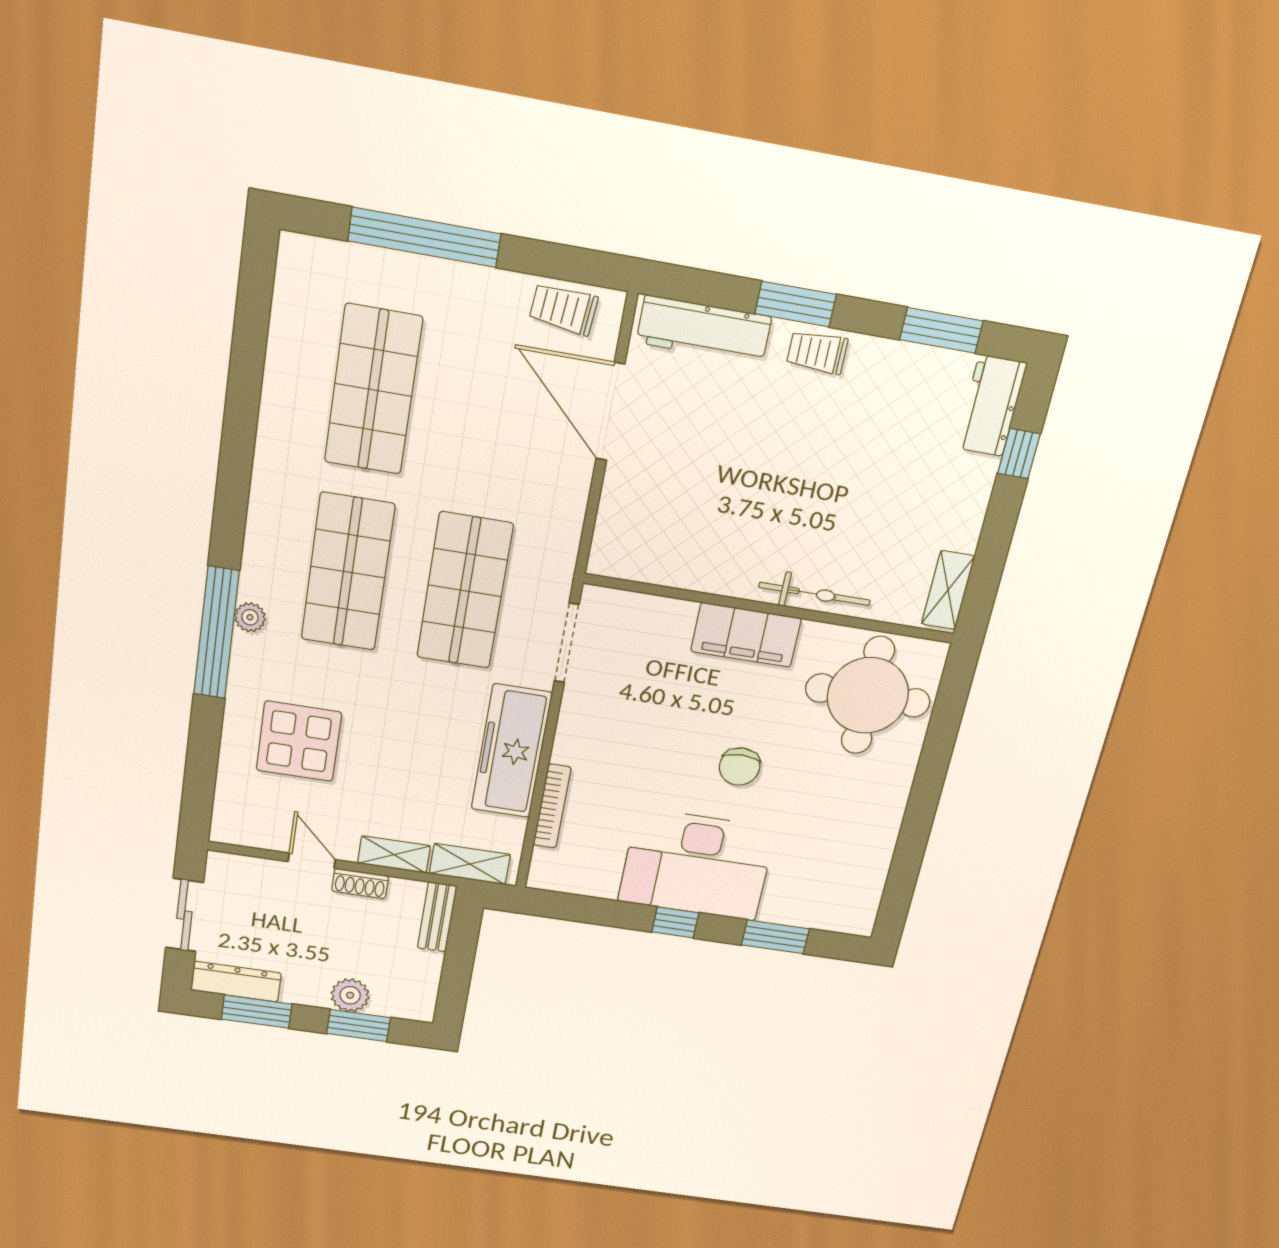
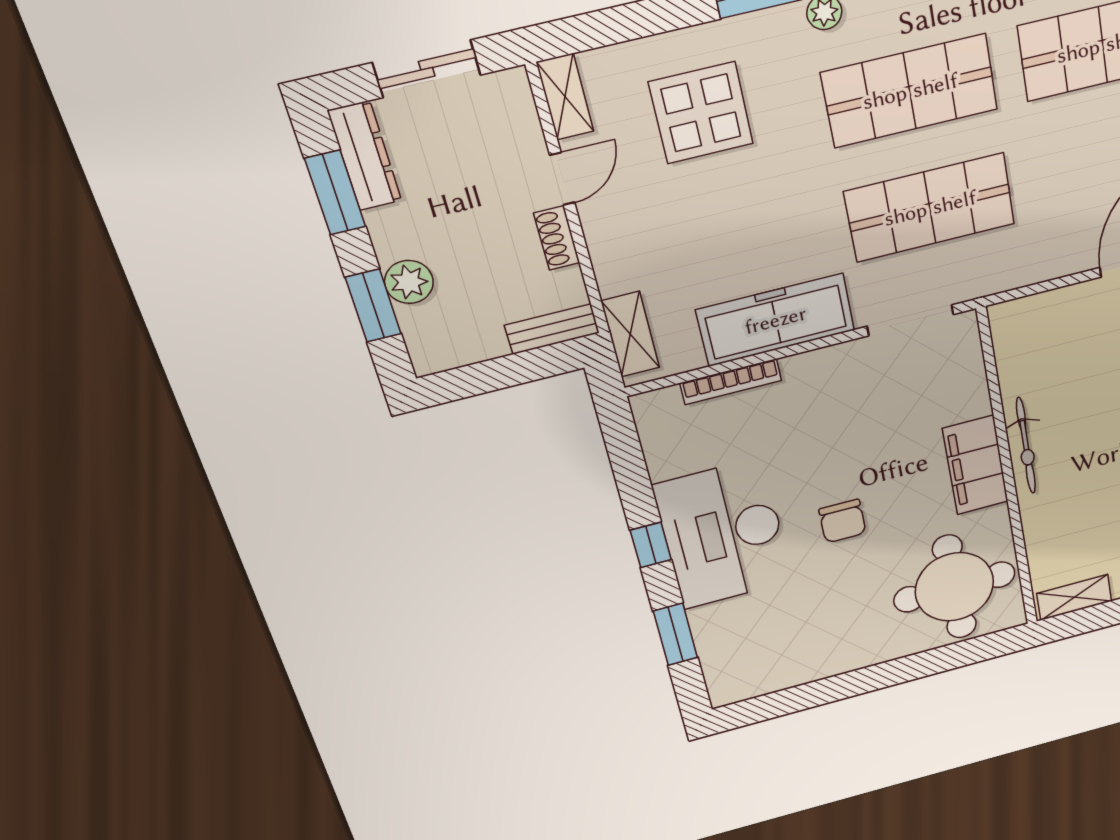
bicycle: (814, 594) -> (1026, 446), moved
chair: (740, 767) -> (843, 521), turned -90
shelving: (394, 855) -> (565, 97), moved

